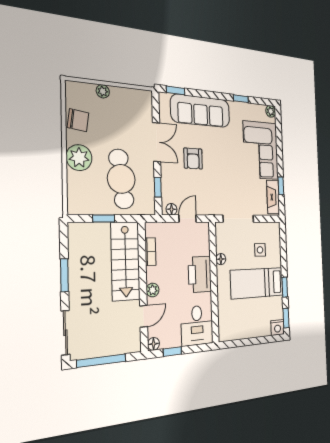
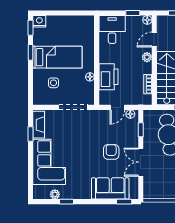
sofa: (201, 111) -> (110, 188), width x0.73
plant: (271, 111) -> (55, 194), moved
printer: (200, 274) -> (108, 77), moved

